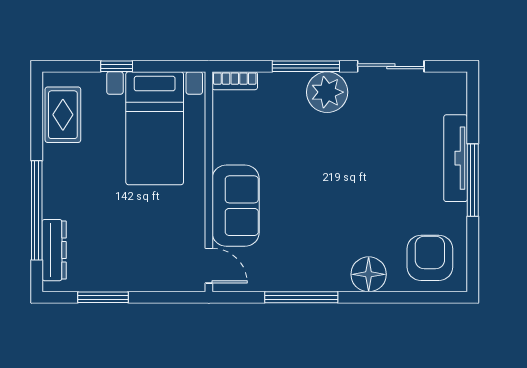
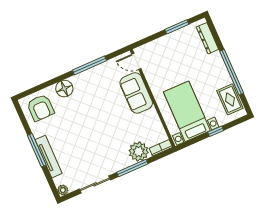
plant: (456, 83) -> (63, 190), added
plant: (327, 92) -> (139, 152), moved
window: (37, 210) -> (232, 72), moved

